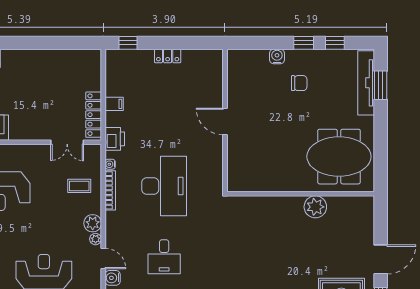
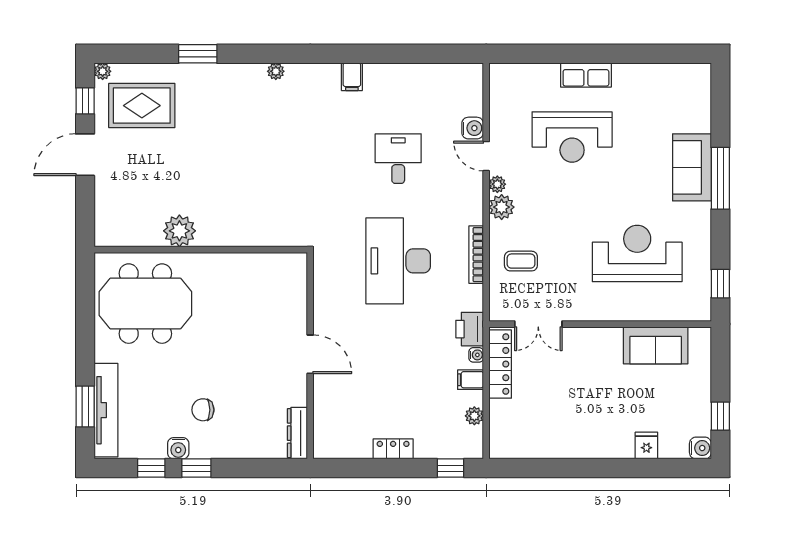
water cooler: (277, 56) -> (178, 448), moved
dresser: (234, 67) -> (297, 433), added
plant: (111, 79) -> (474, 416), added
double door: (67, 142) -> (538, 324), swing flipped
water cooler: (110, 164) -> (476, 355), moved

